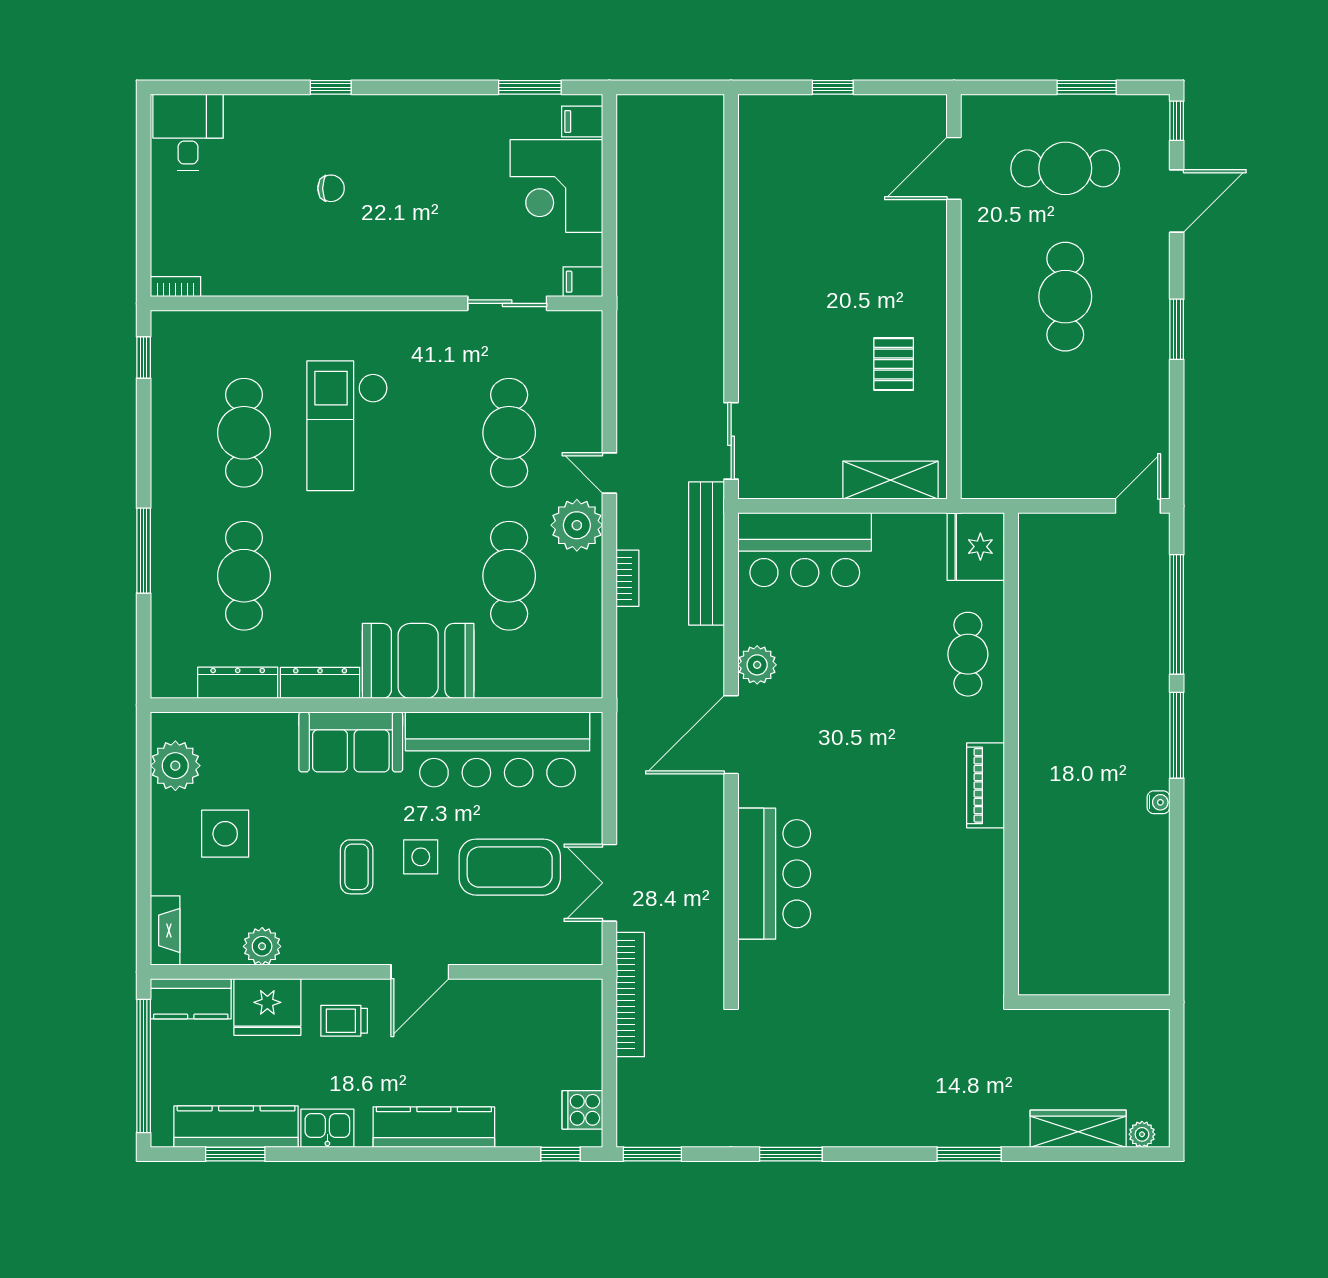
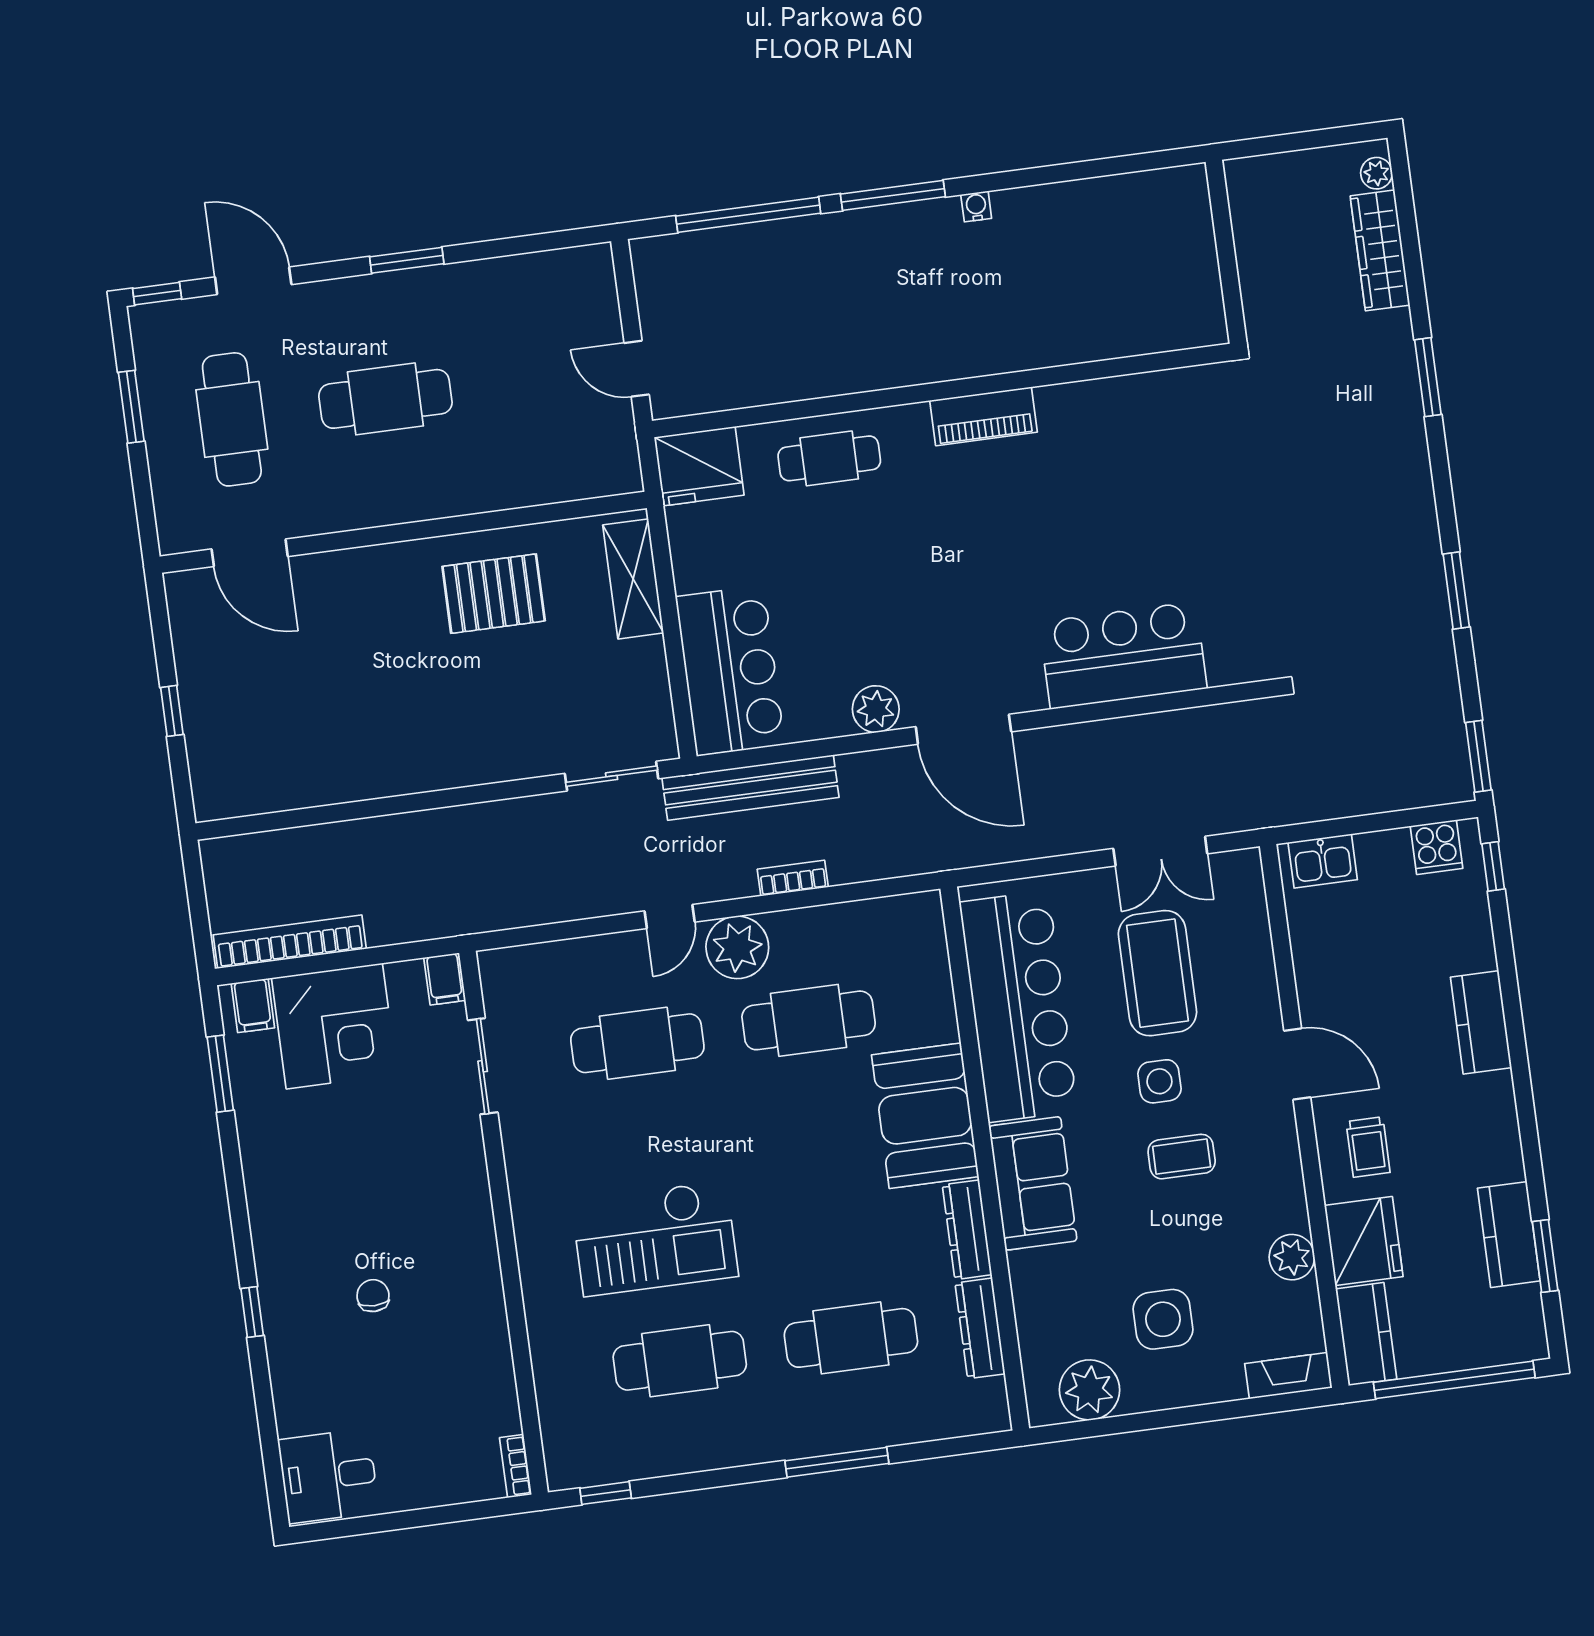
pallet: (894, 364) -> (494, 594), width x1.50, depth x1.42
door: (1138, 506) -> (637, 369), moved
bookcase: (630, 995) -> (290, 942), moved
kitchen counter: (236, 1127) -> (1509, 1235), width x0.67
kitchen counter: (434, 1127) -> (1481, 1022), width x0.67
kitchen sink: (327, 1128) -> (1323, 861), moved, turned -90

